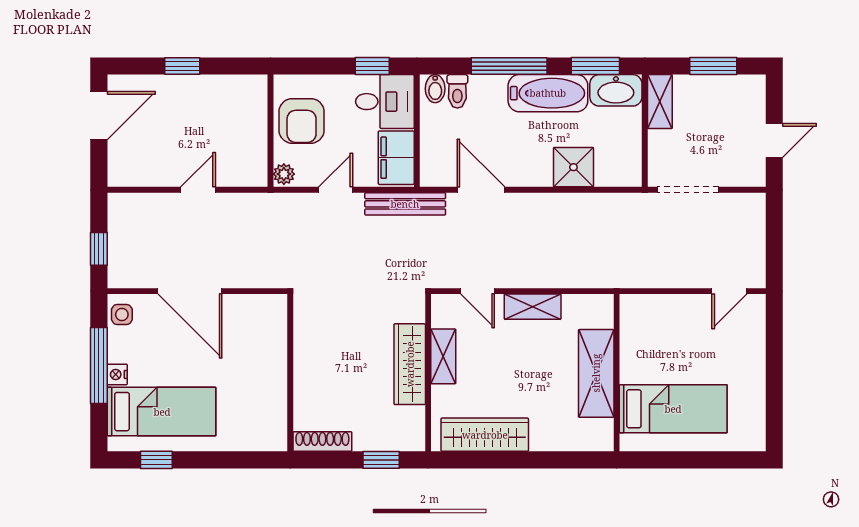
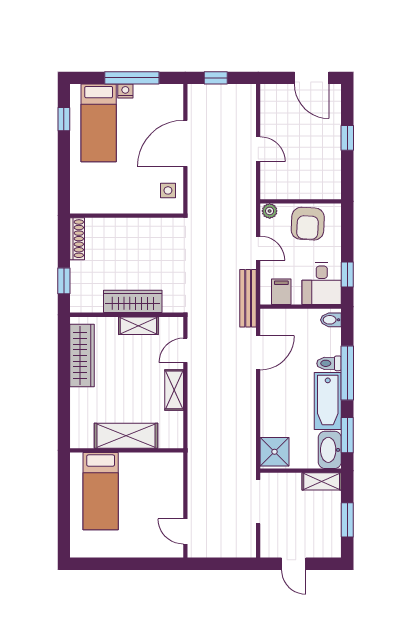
toilet: (457, 91) -> (329, 363), moved
armchair: (302, 121) -> (308, 224), turned -87
filing cabinet: (396, 158) -> (281, 292), width x0.50
shower: (573, 167) -> (275, 452), moved
side table: (122, 315) -> (168, 190), moved

